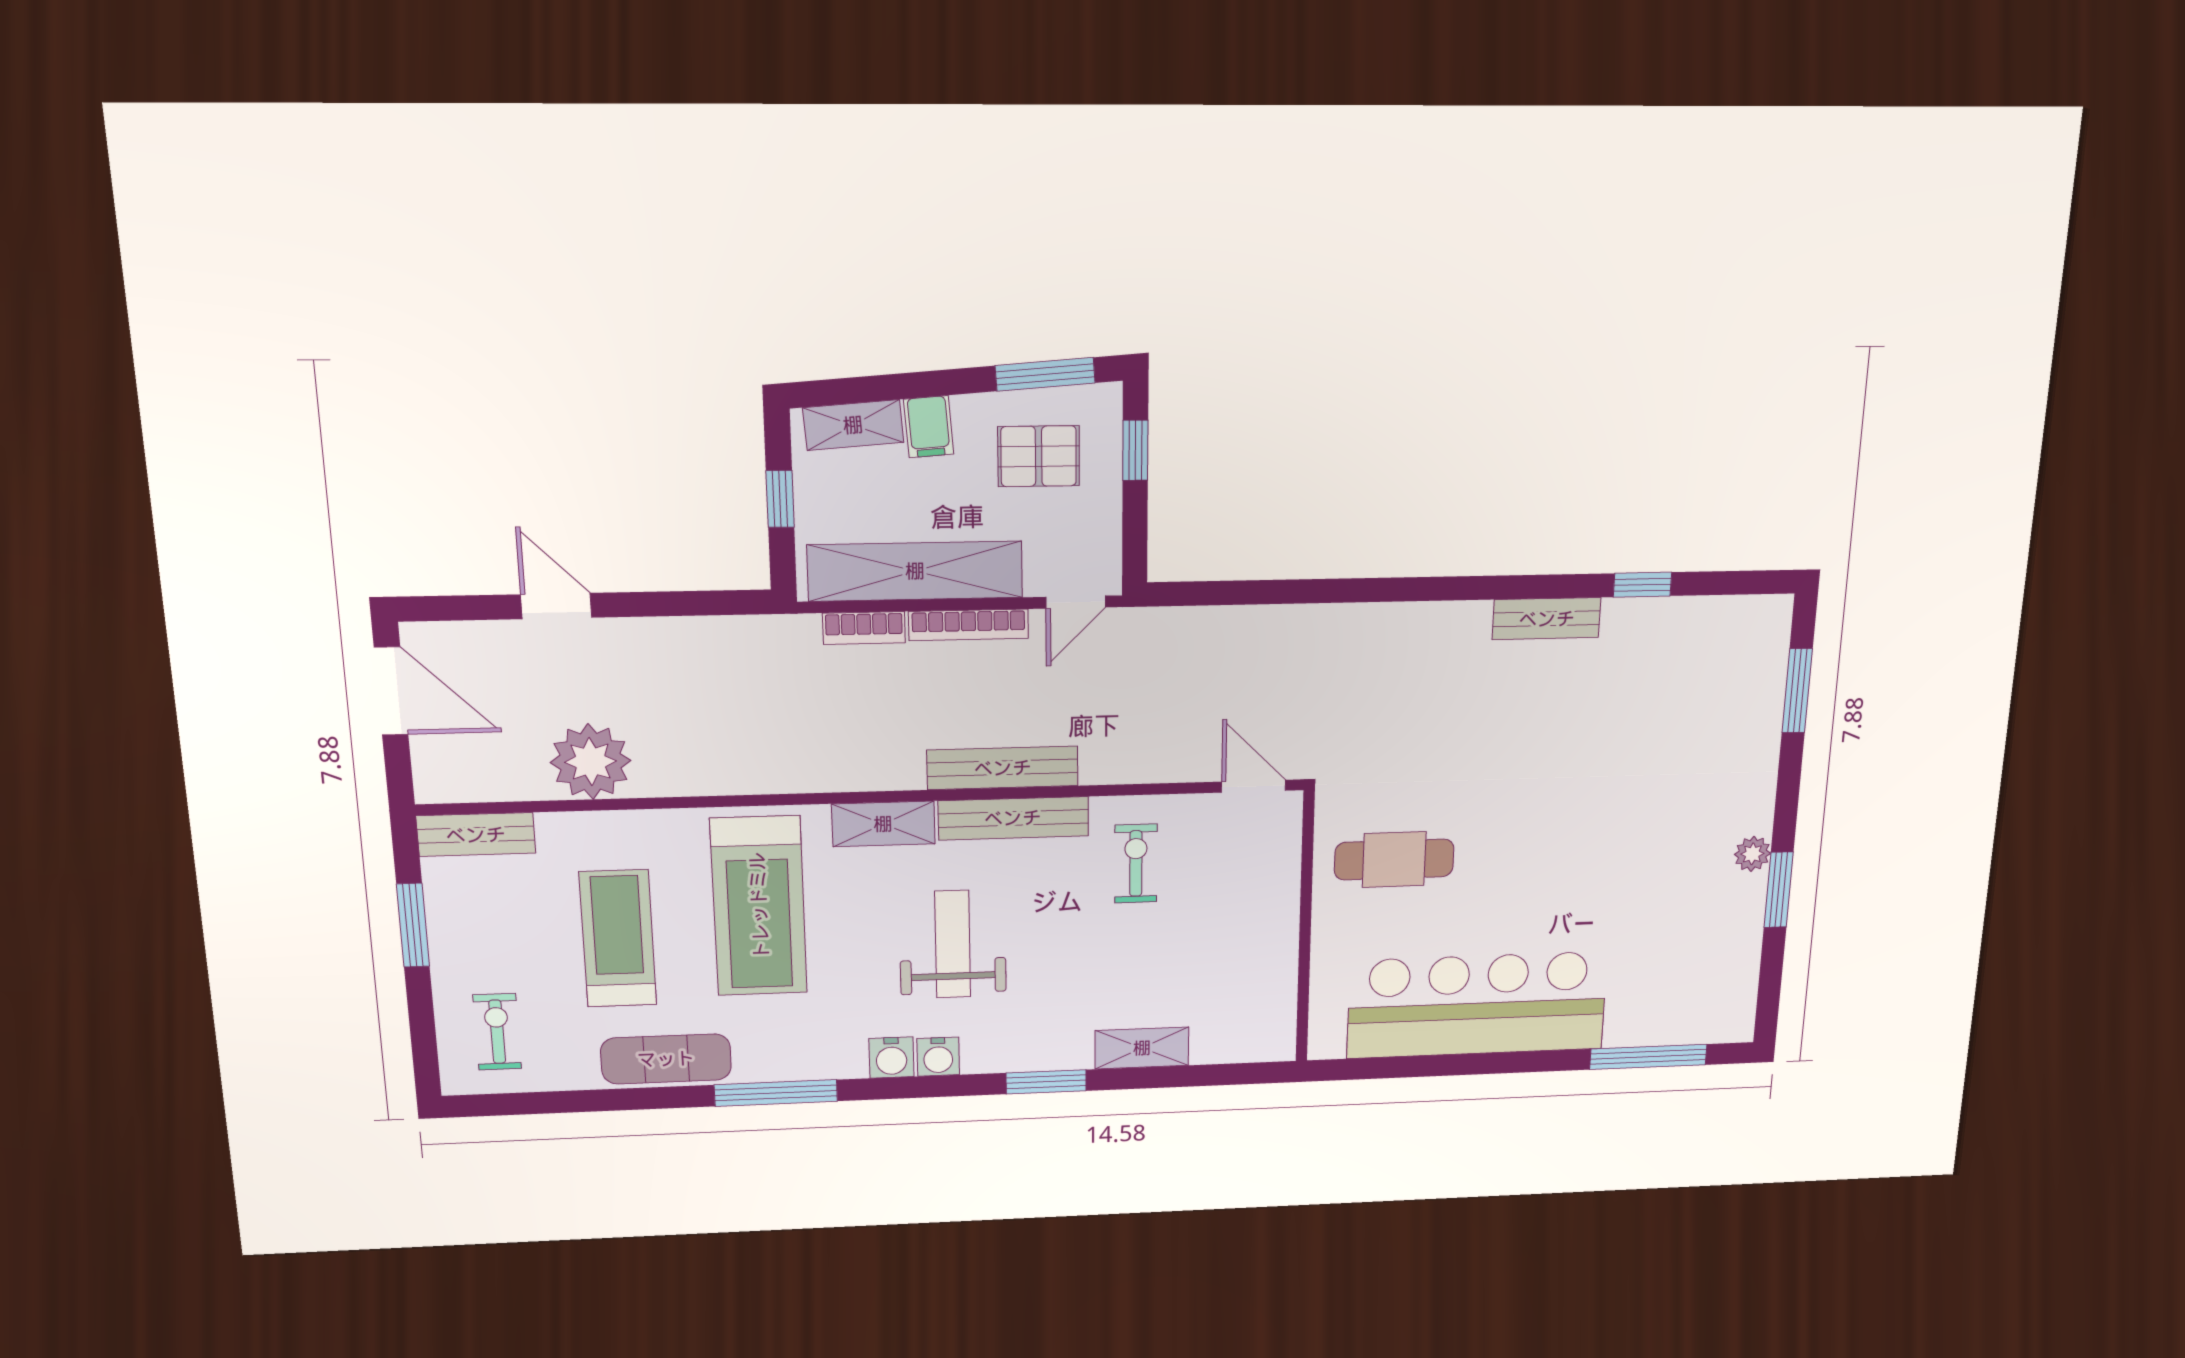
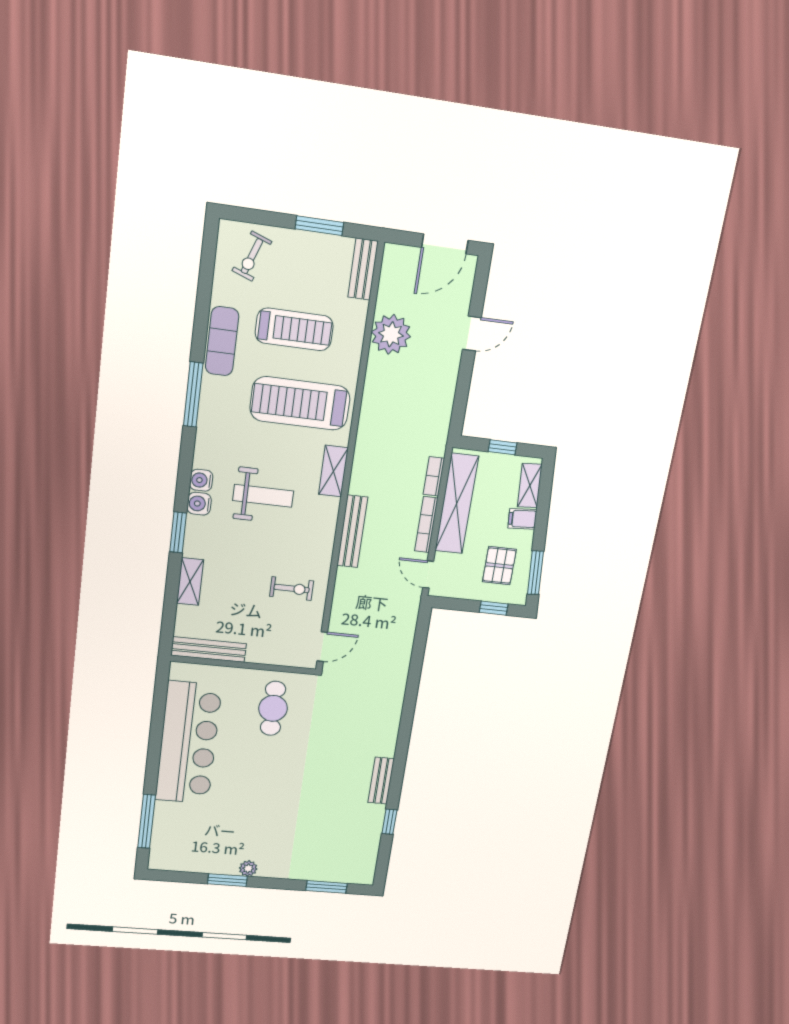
bench: (1013, 818) -> (209, 650), moved, turned 90
exercise bike: (497, 1032) -> (252, 256), turned 110
water cooler: (891, 1058) -> (199, 504), moved

